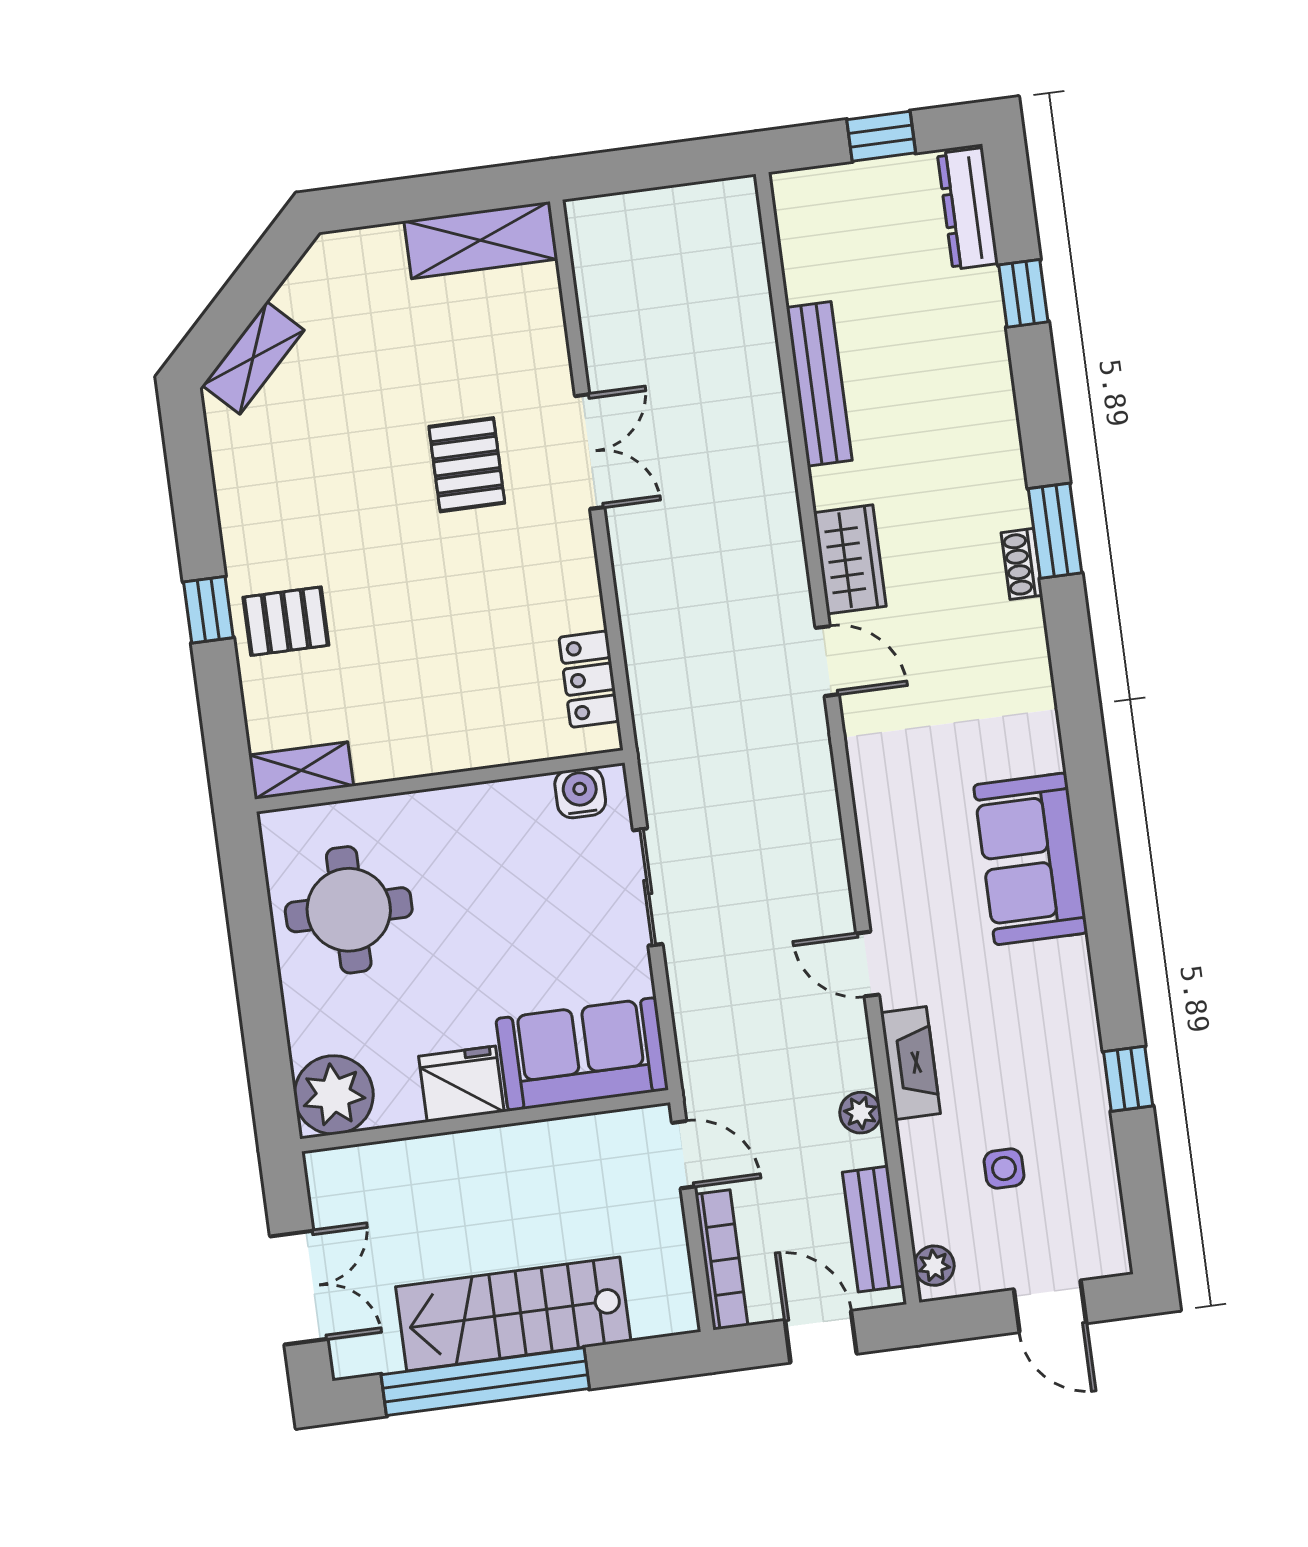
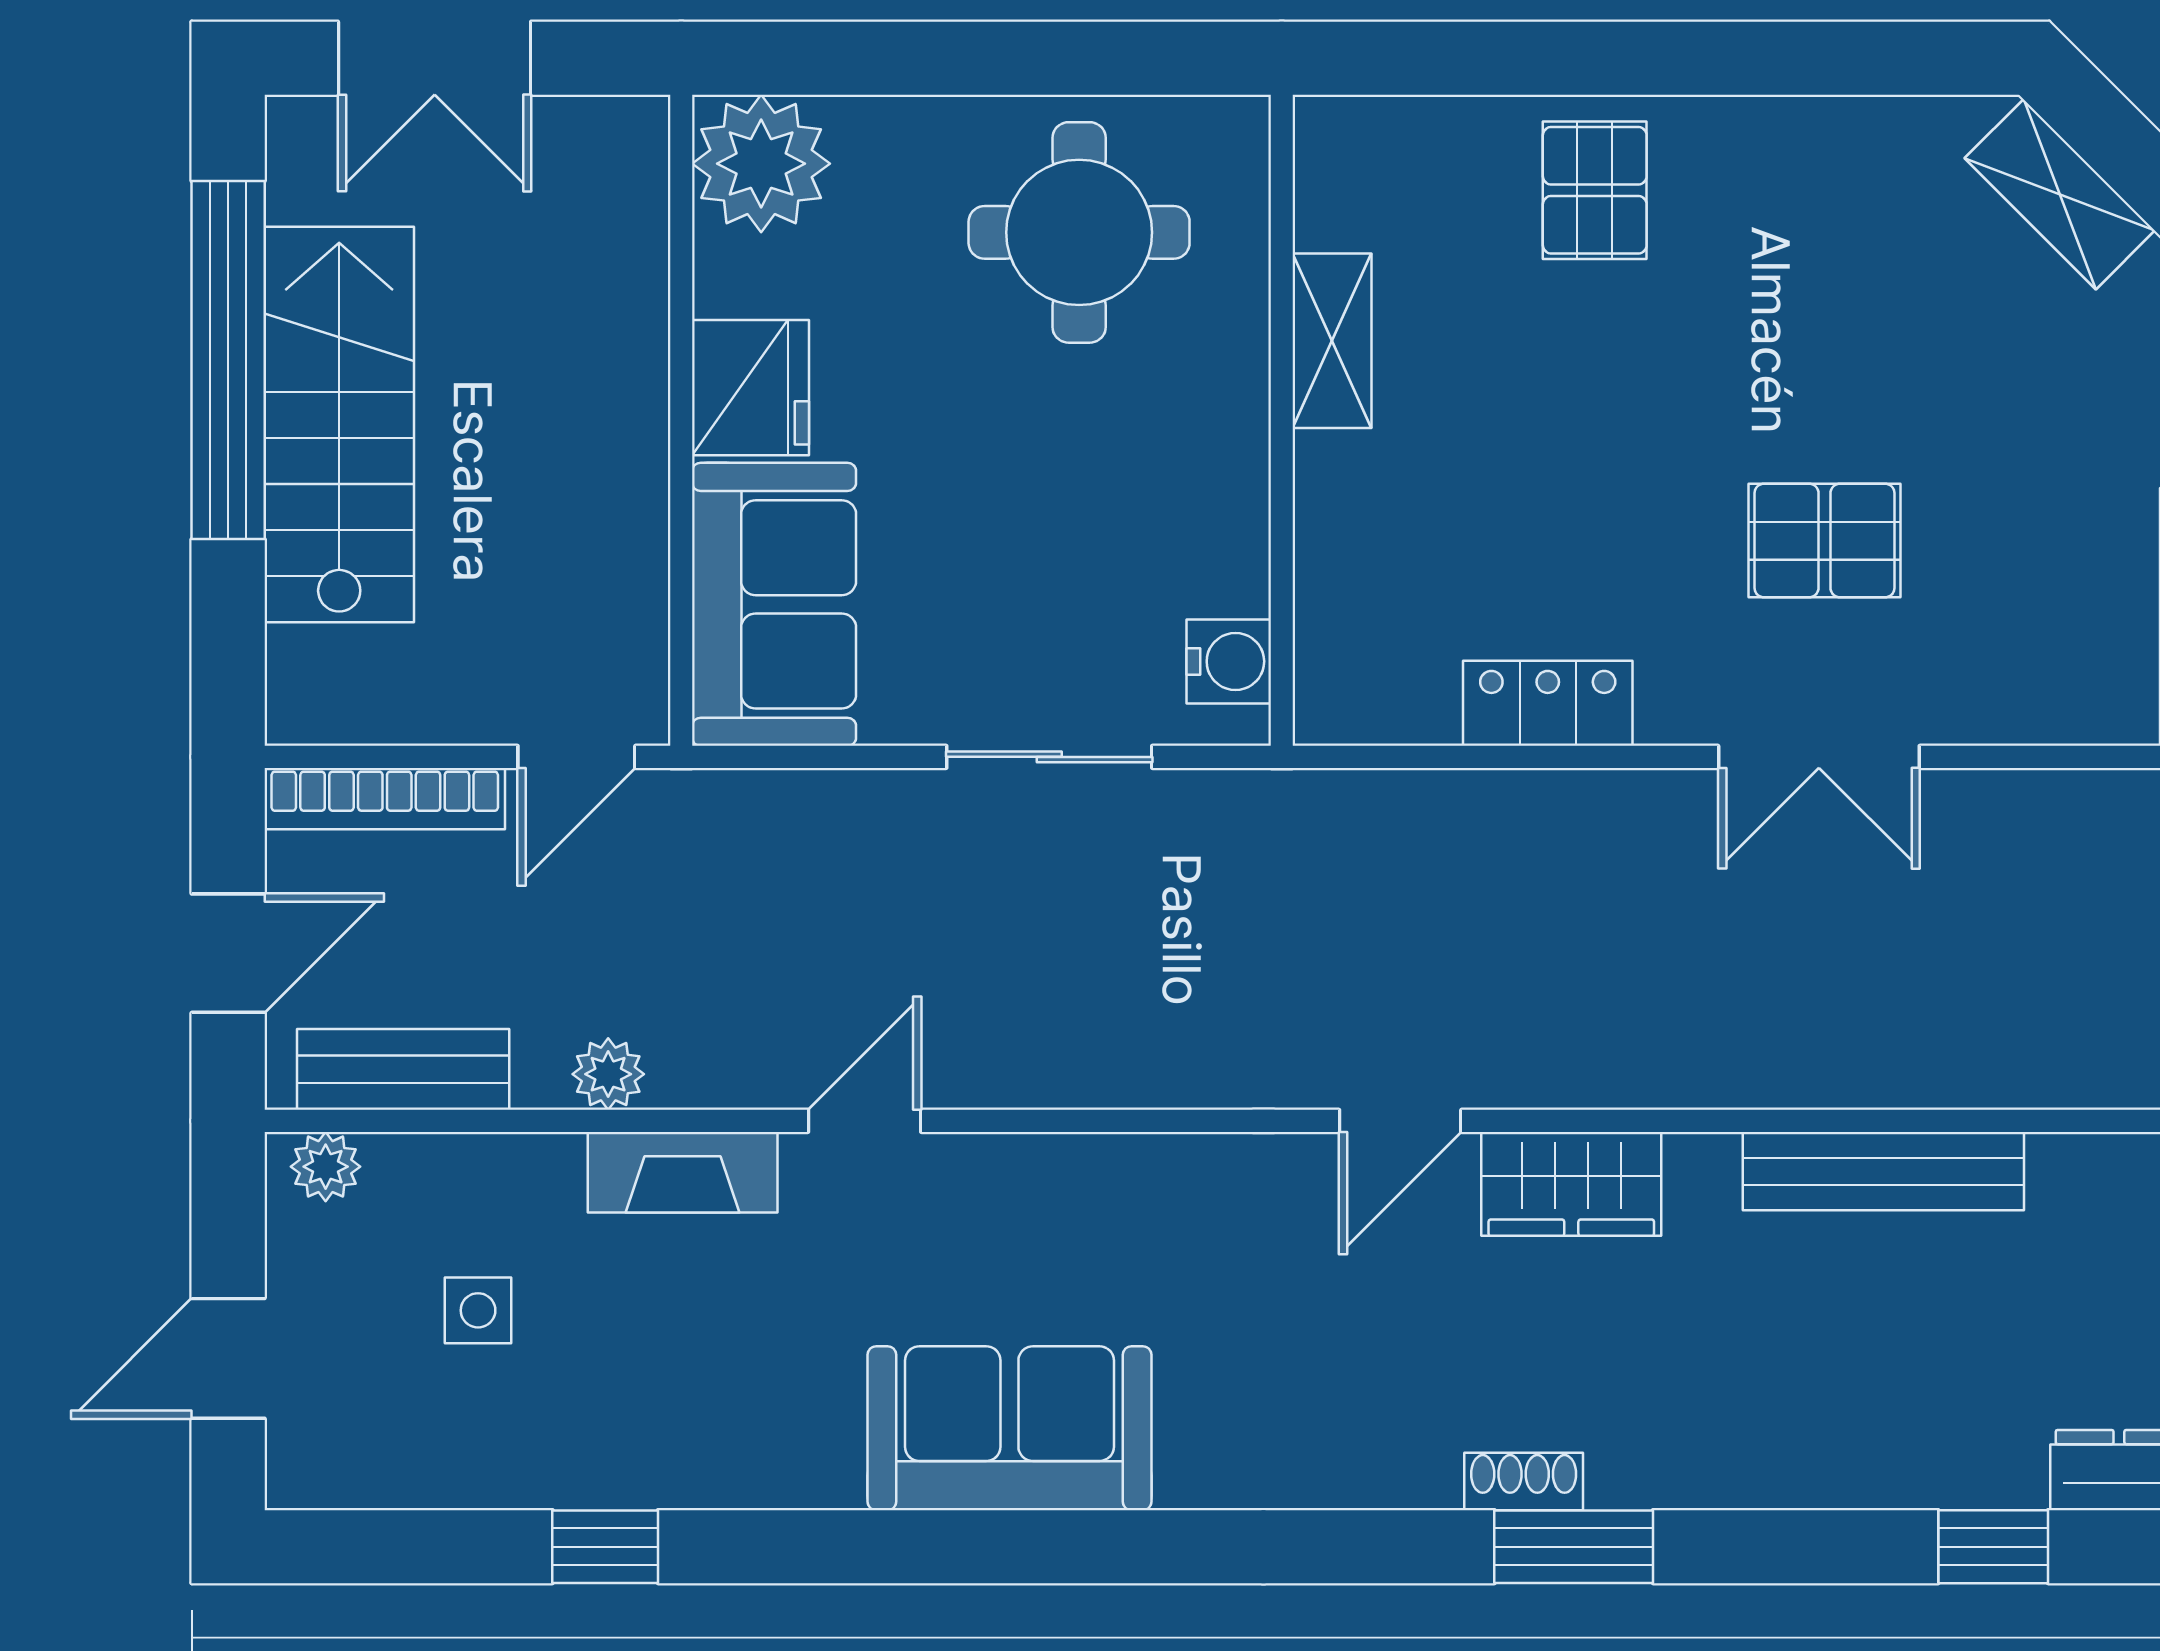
window: (208, 610) -> (1633, 58), removed
locker: (589, 679) -> (1548, 703), moved
shelving: (301, 771) -> (1332, 341), moved

